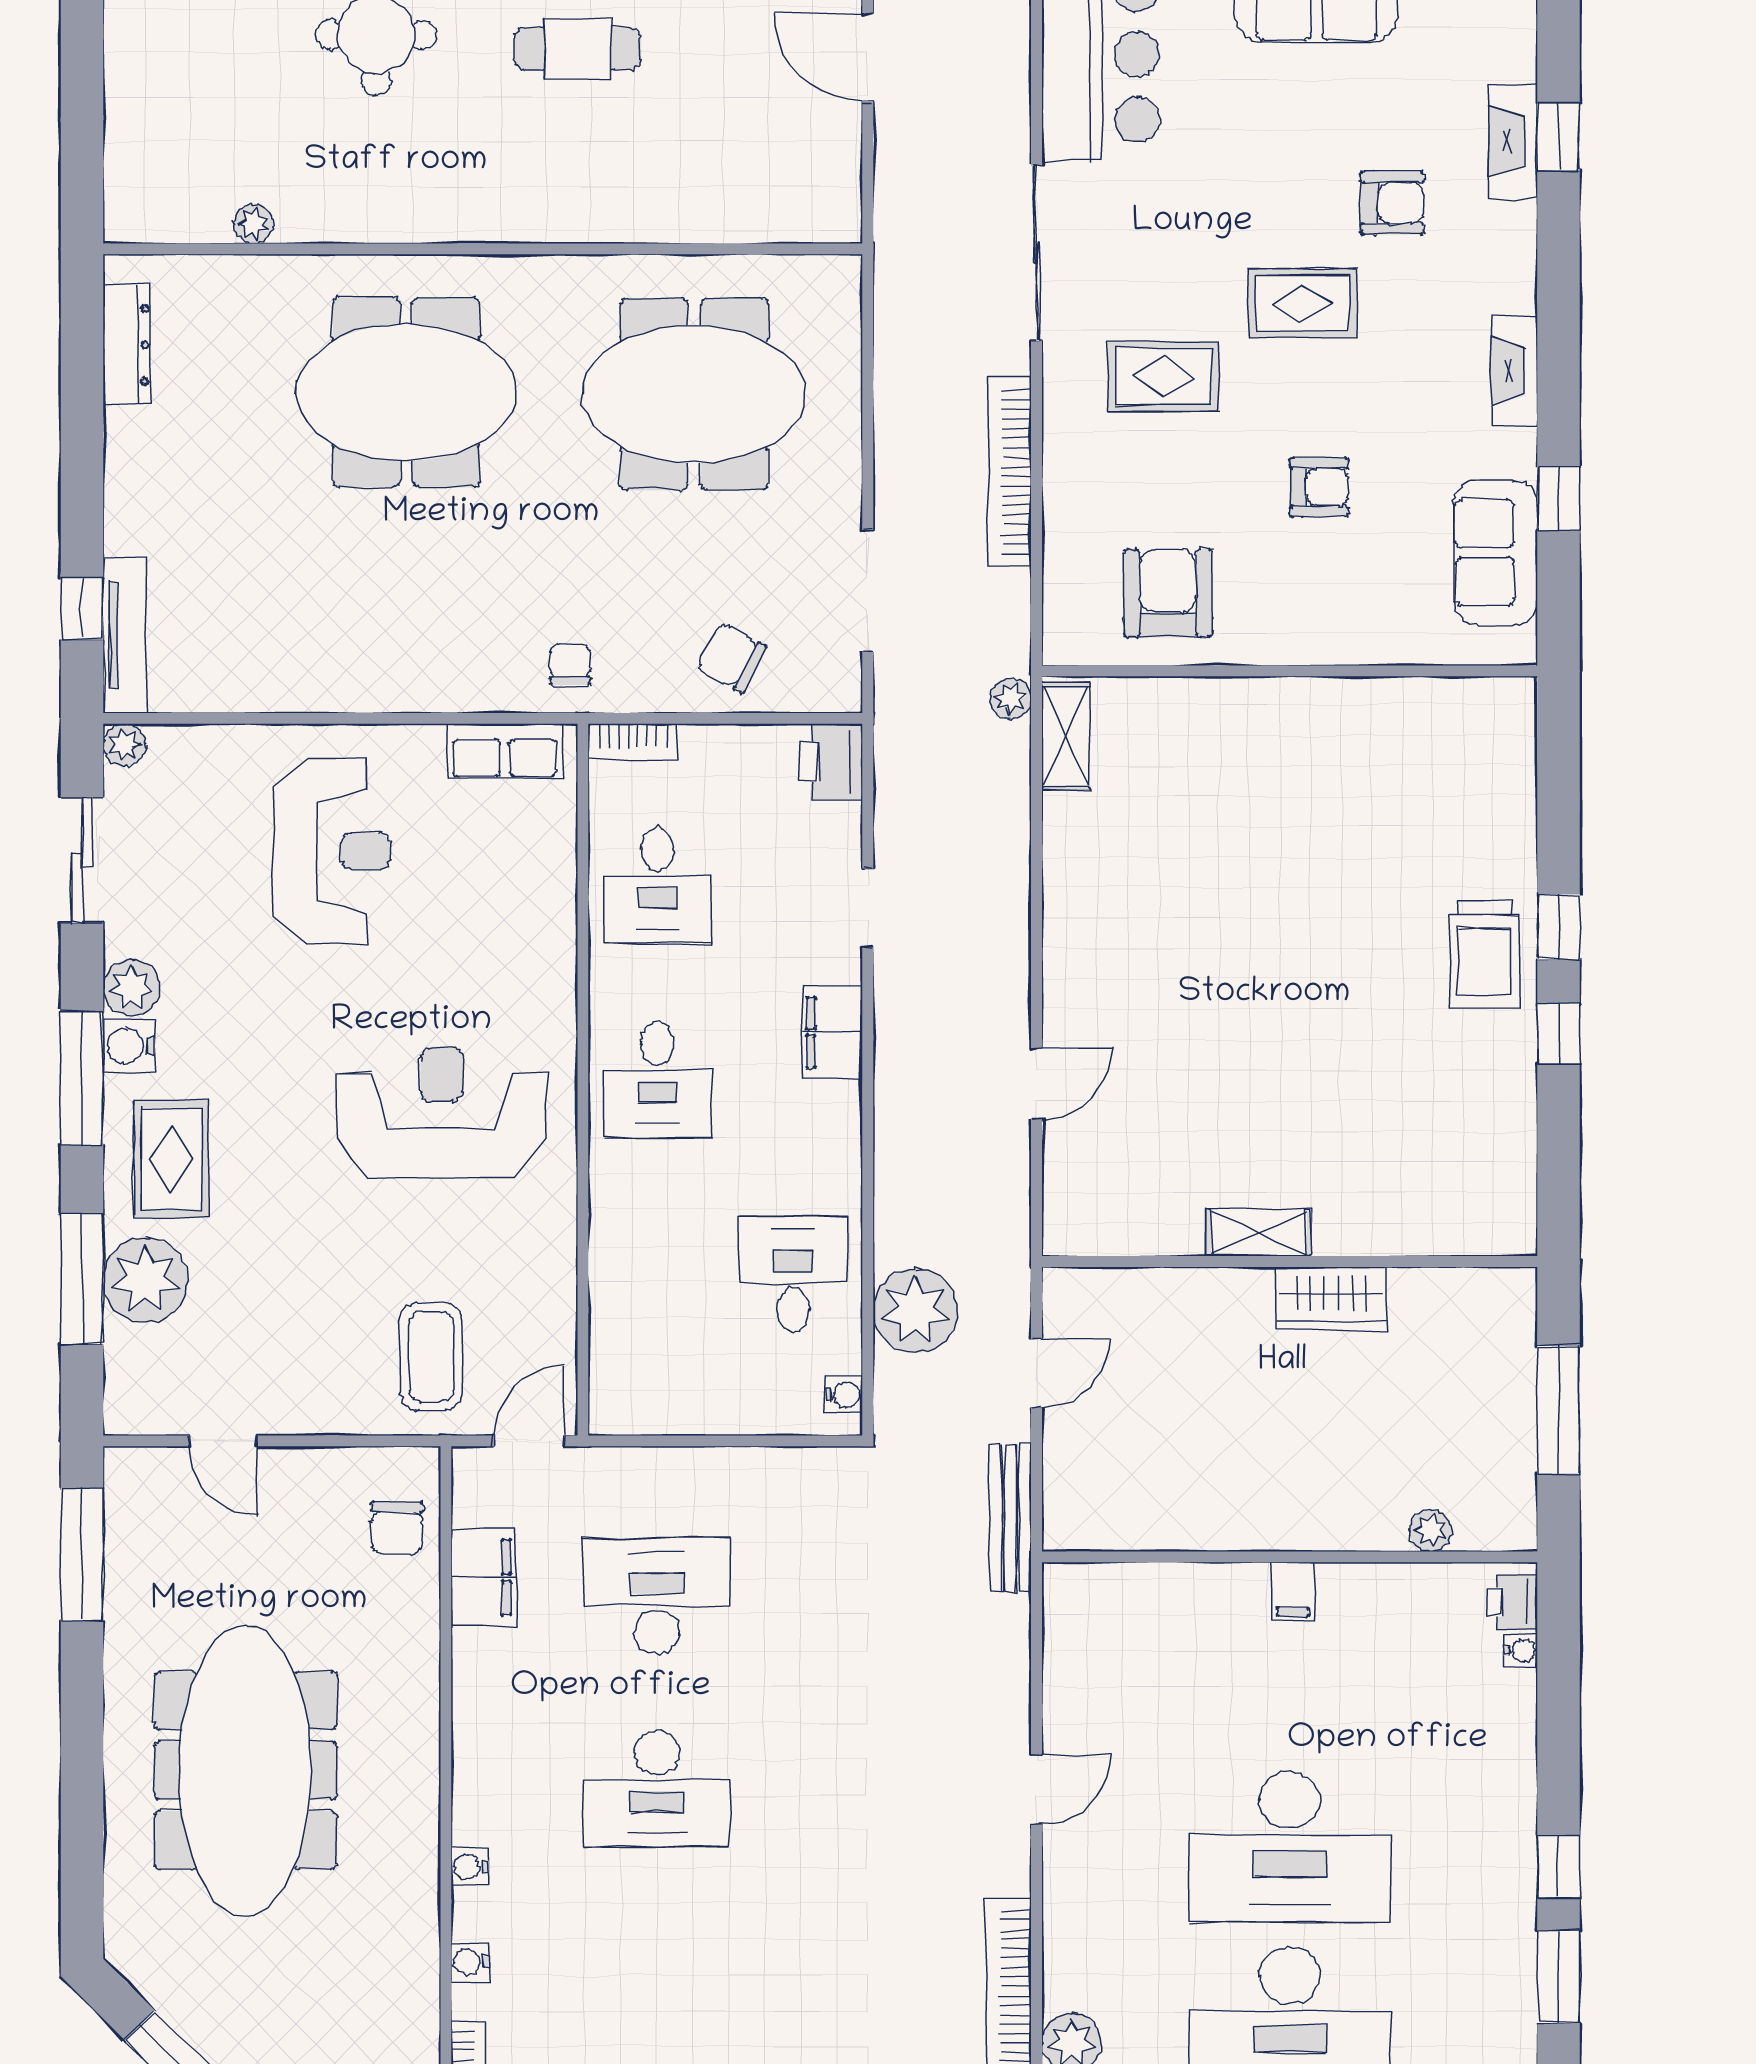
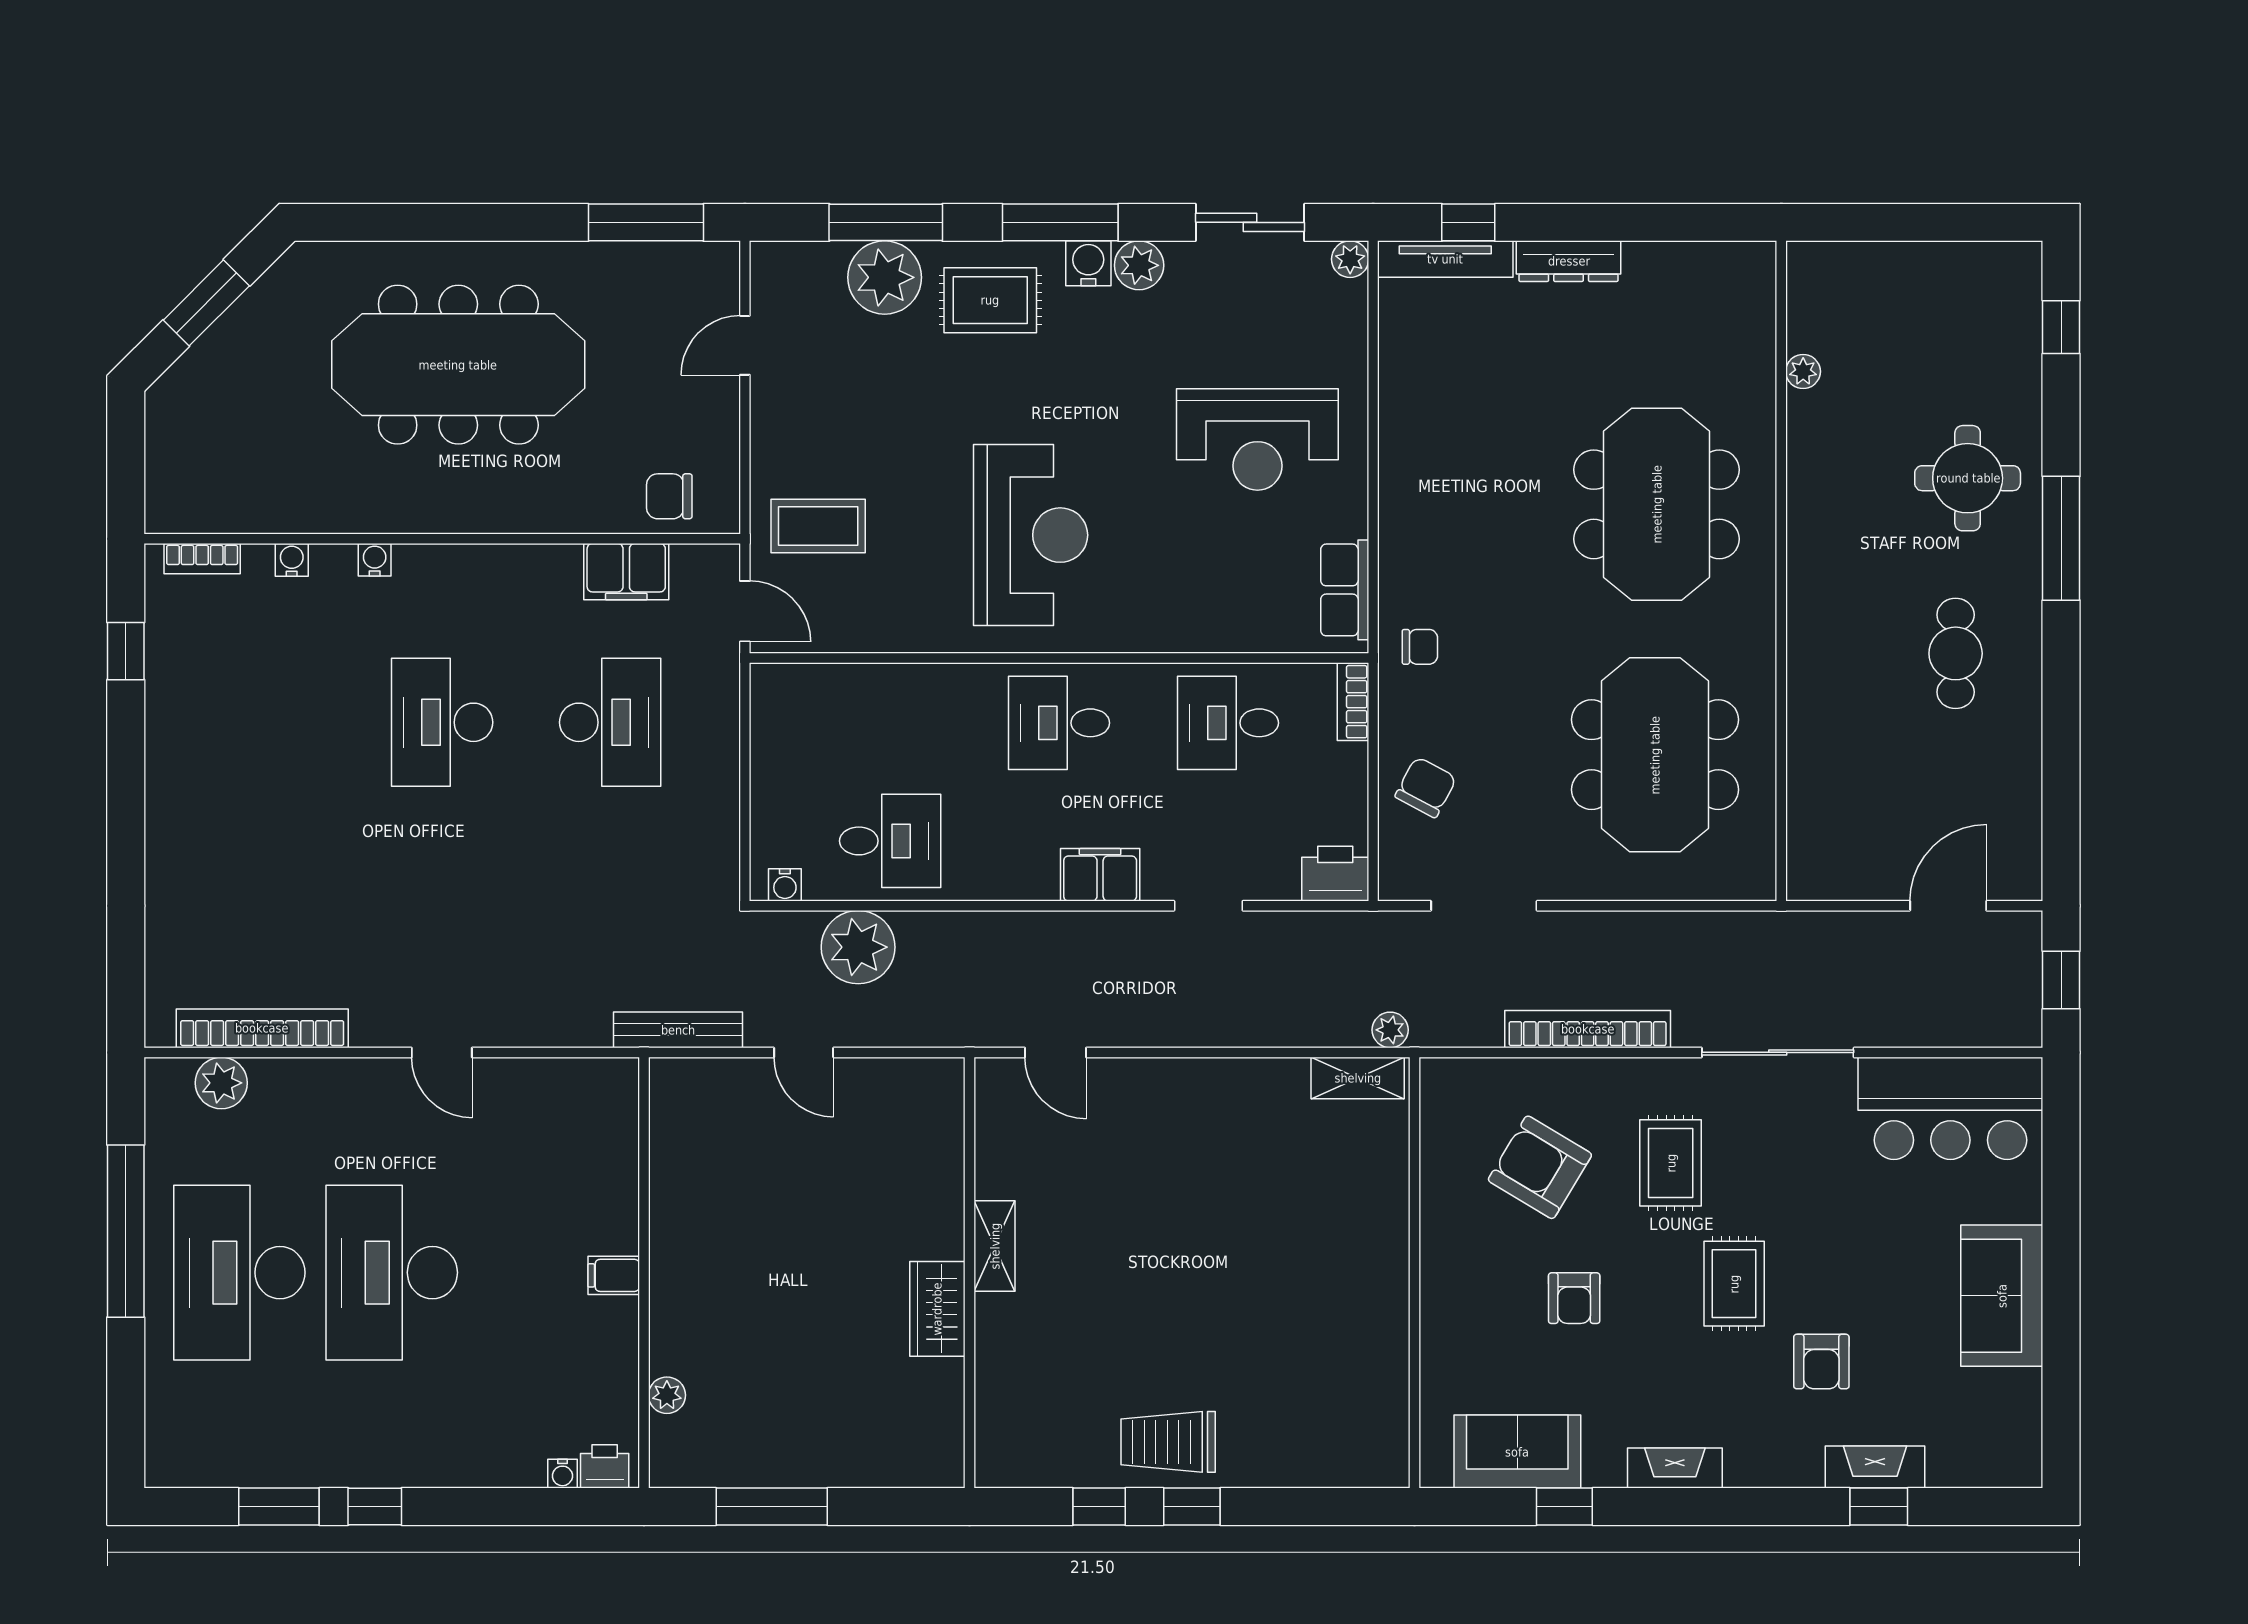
dresser: (126, 345) -> (1569, 261), moved
armchair: (1168, 593) -> (1540, 1167), moved, turned -149
shelving: (1259, 1233) -> (995, 1246), moved
wall: (1290, 1262) -> (970, 1273), moved
wardrobe: (1331, 1298) -> (937, 1309), moved

